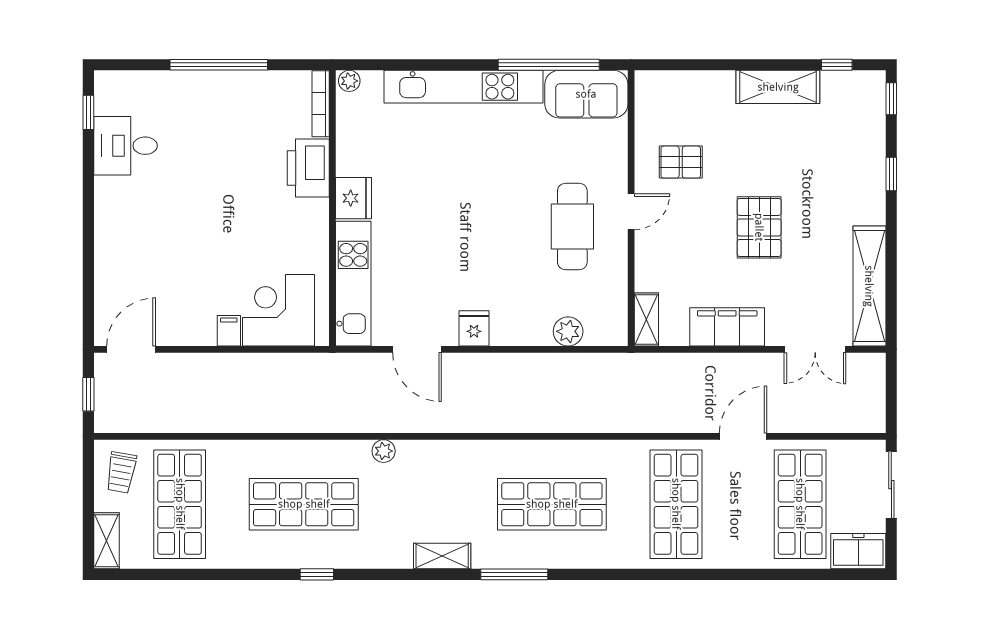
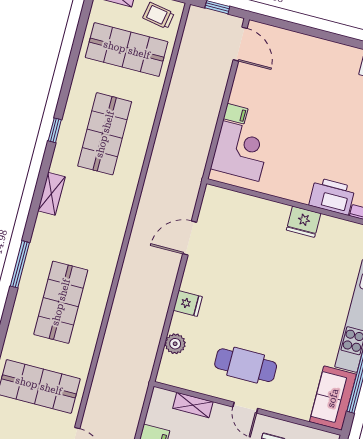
kitchen unit: (353, 284) -> (246, 206), removed
shelving: (646, 319) -> (193, 405), moved
fridge: (474, 328) -> (188, 303), moved
plant: (384, 451) -> (127, 197), removed
shelving: (442, 556) -> (51, 194), moved

